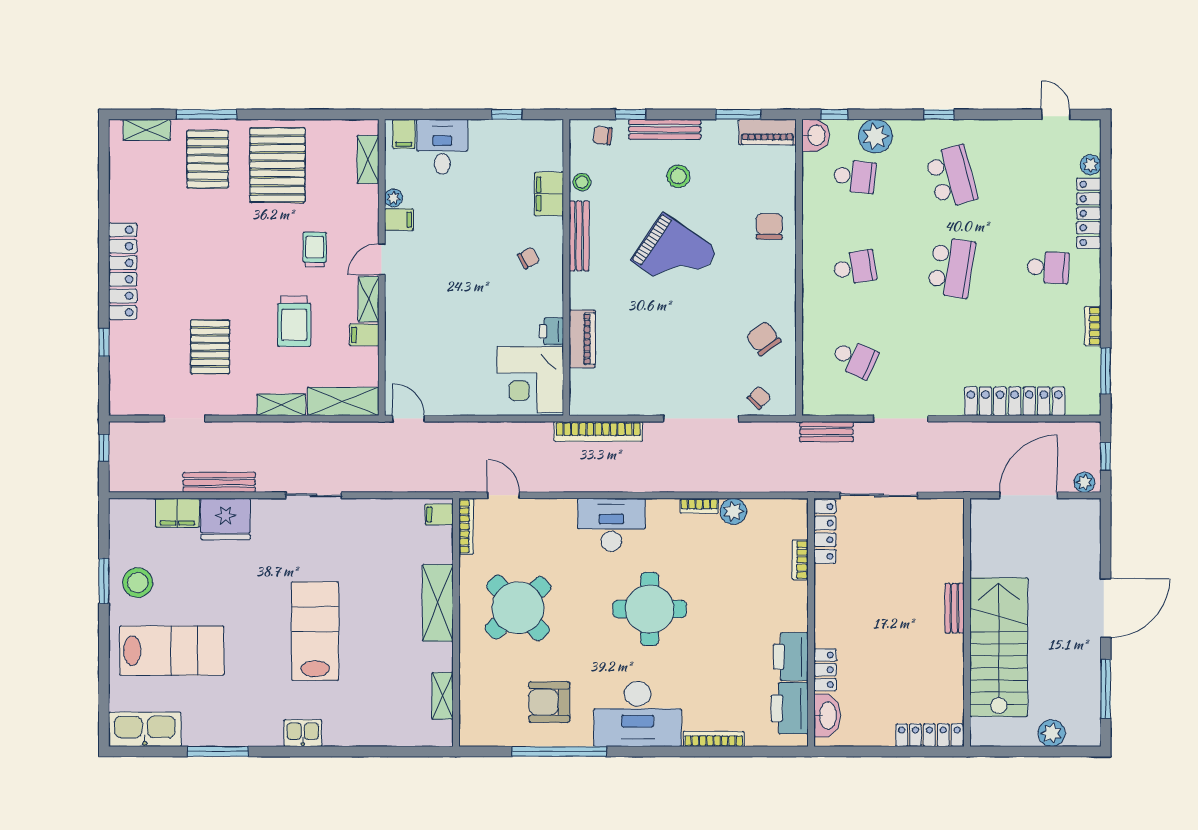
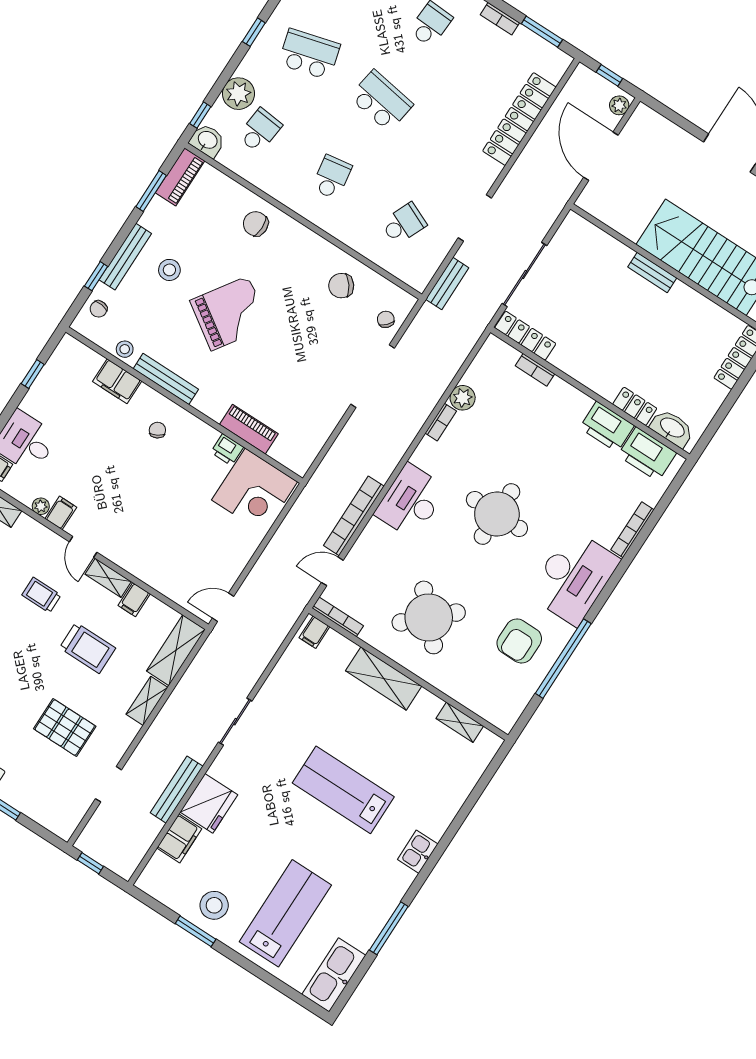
bookcase: (598, 431) -> (354, 516), moved, turned 180

